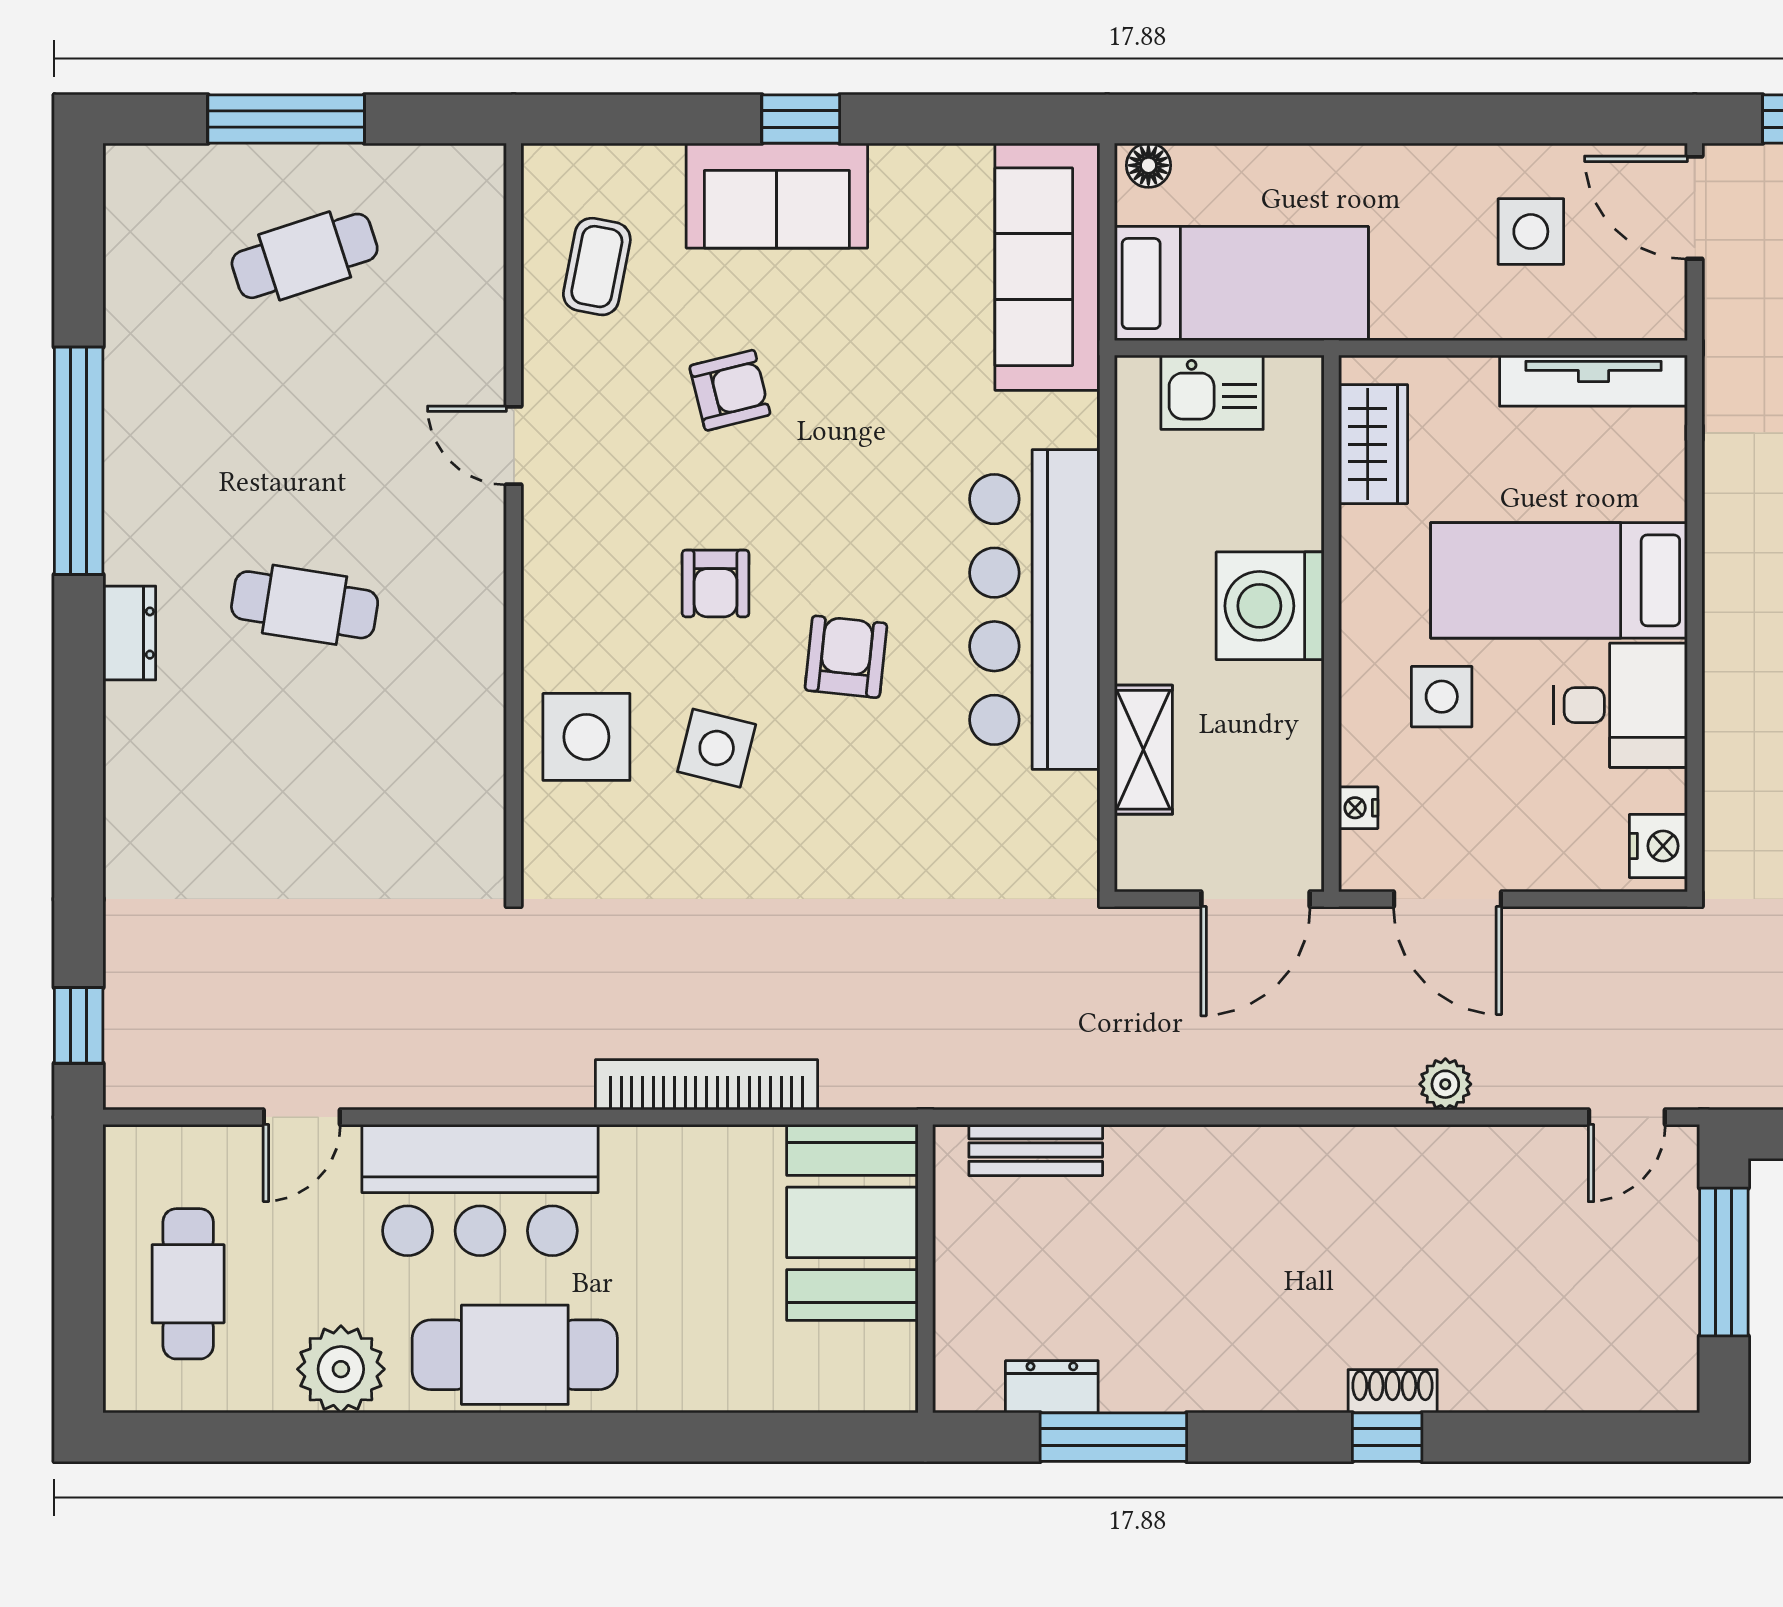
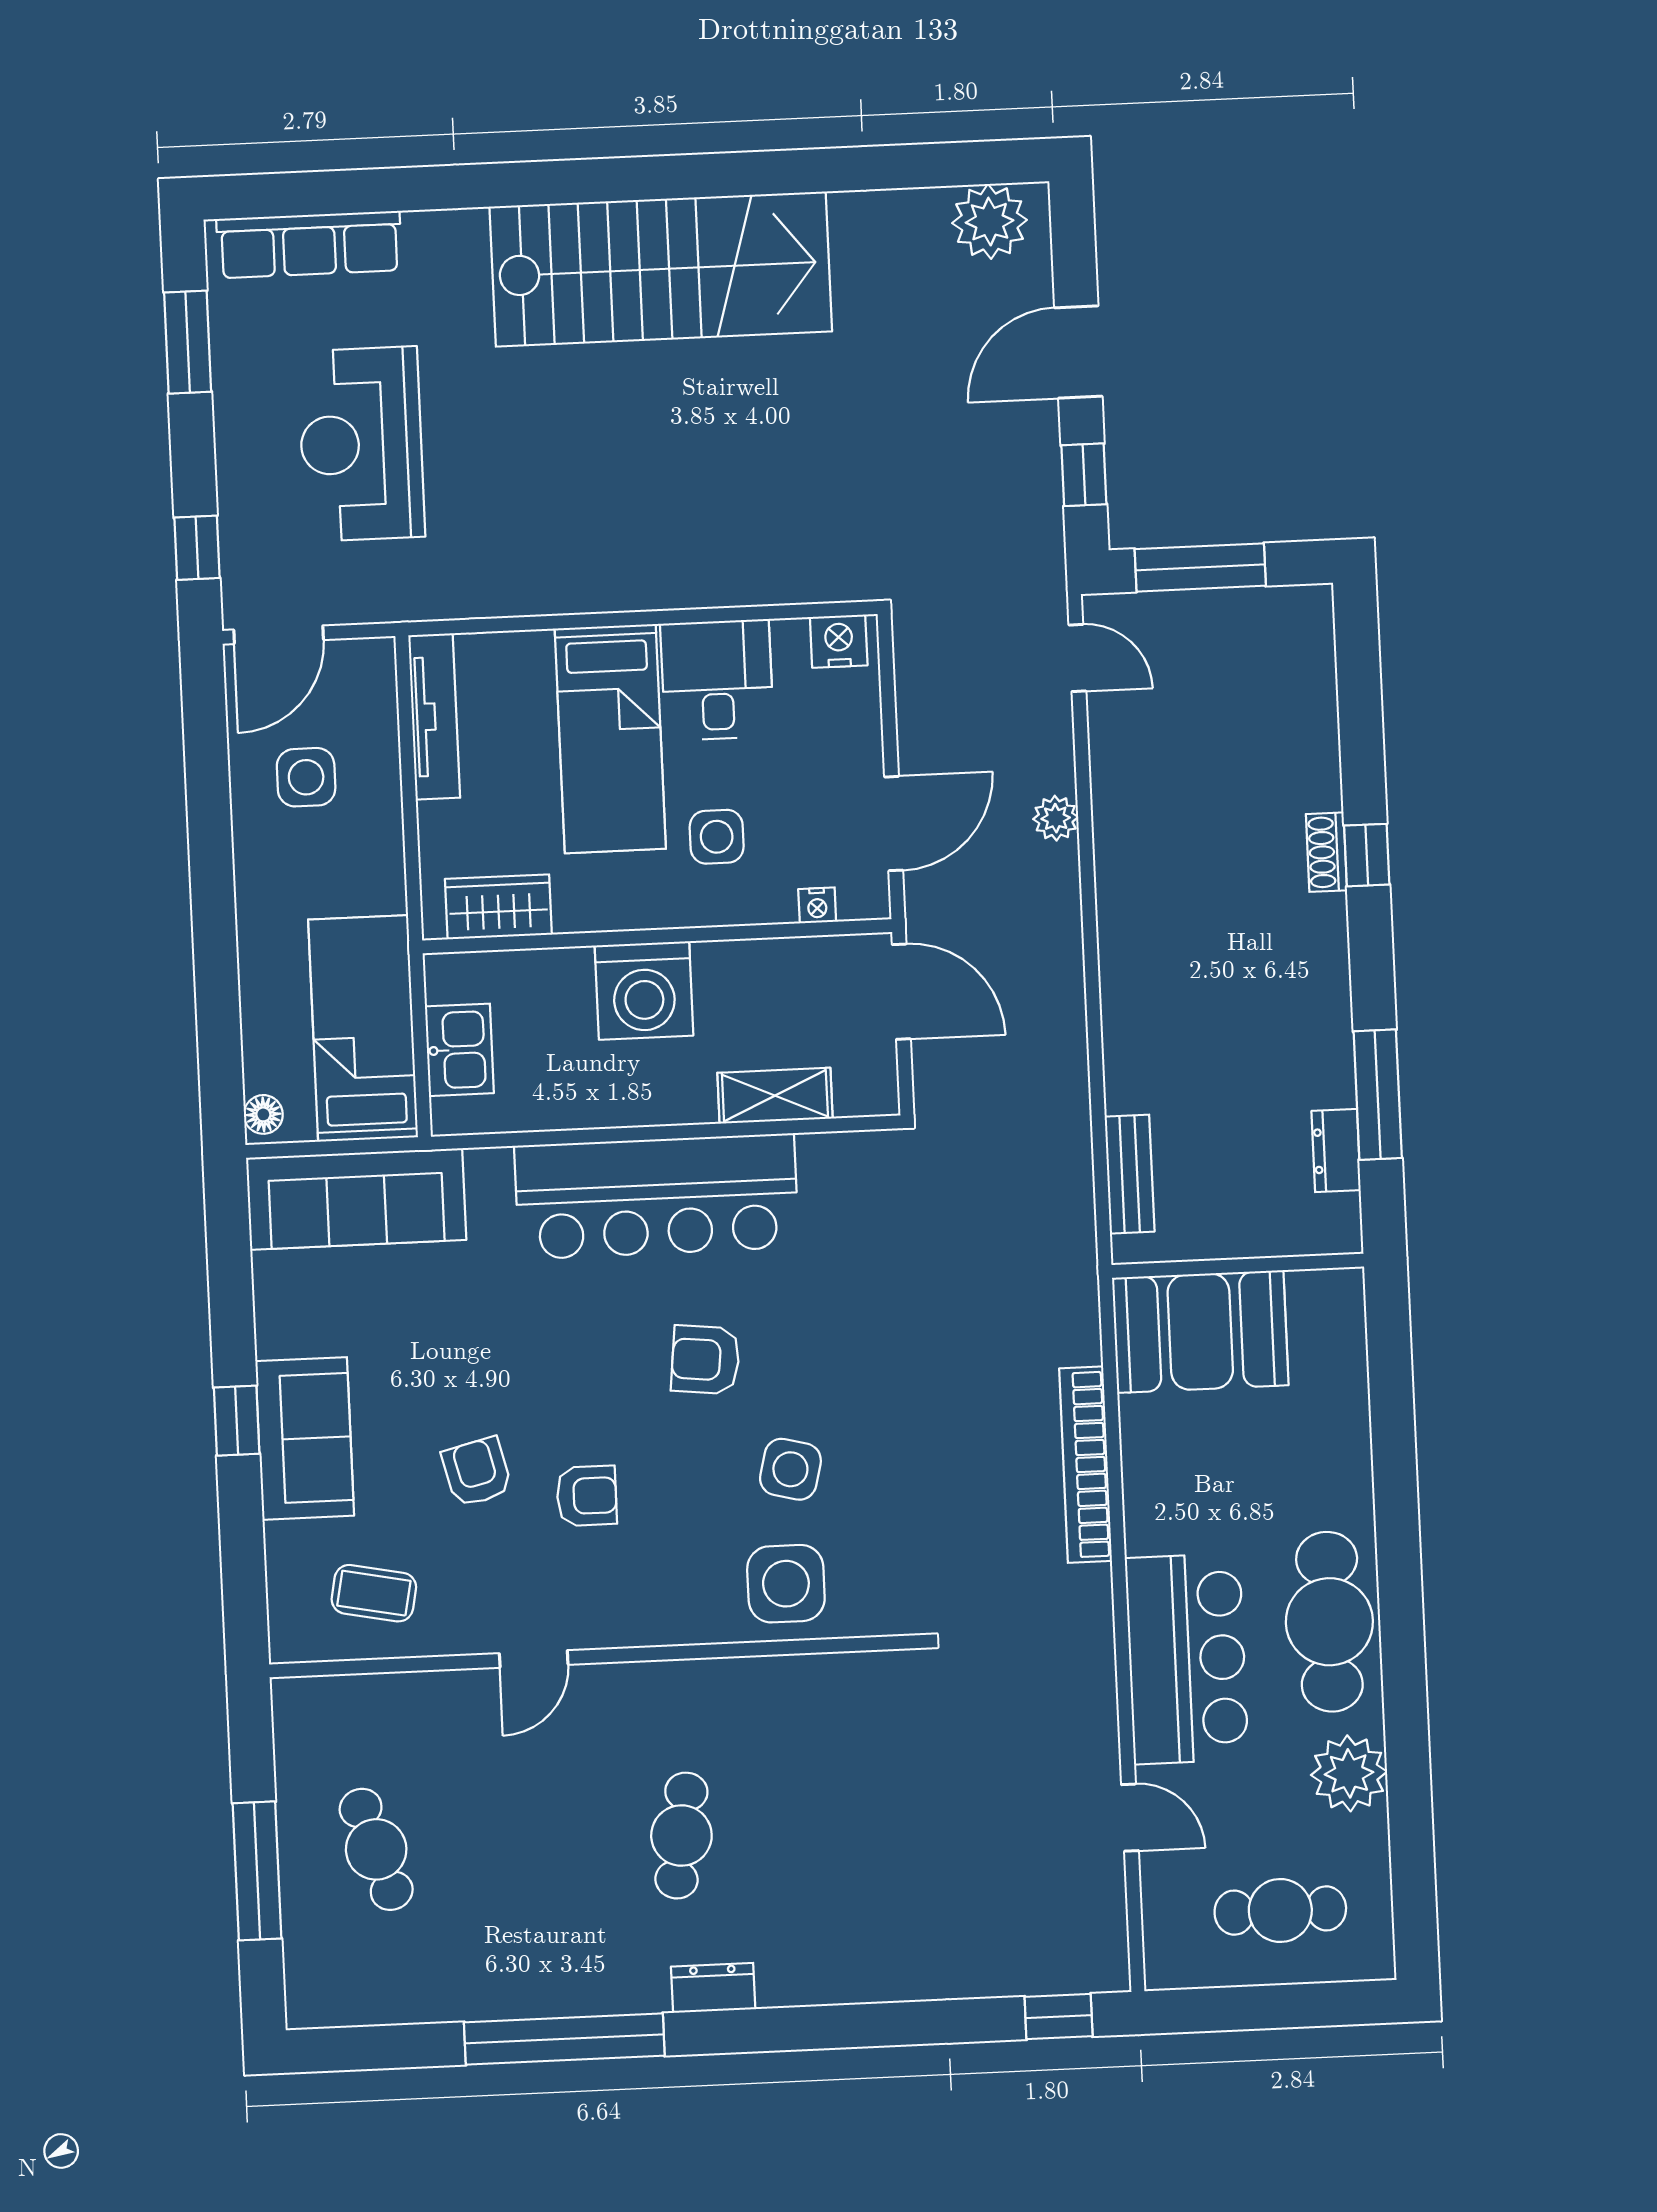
armchair: (716, 583) -> (587, 1496), moved

